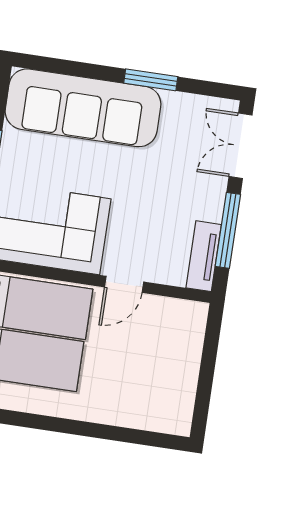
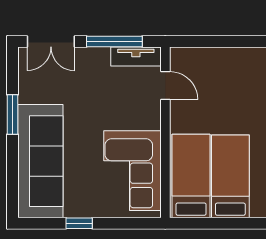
door: (124, 284) -> (165, 85), moved

